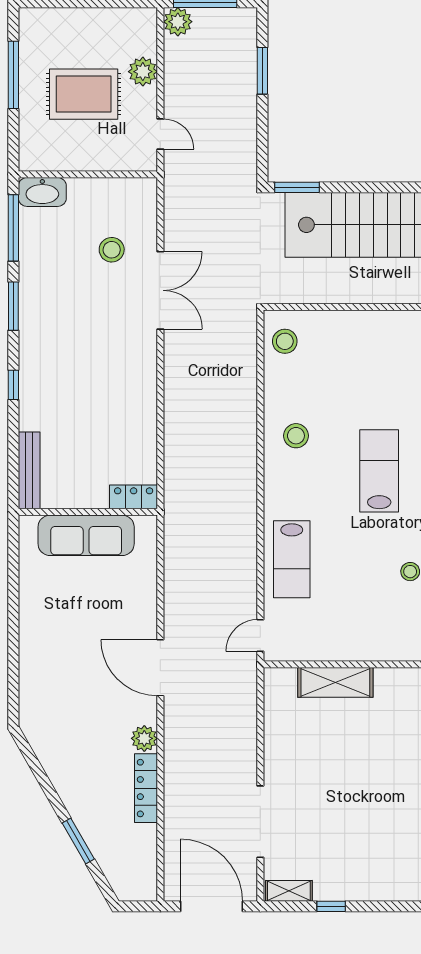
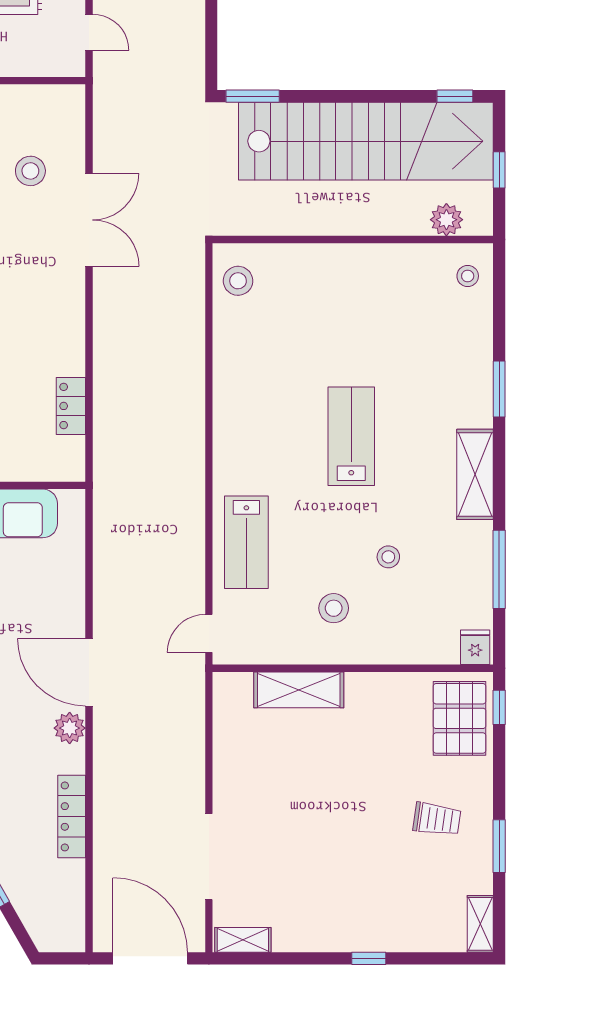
stool: (296, 436) -> (334, 608), moved
locker: (134, 497) -> (71, 406), moved, turned -90
plant: (144, 738) -> (70, 728), moved
window: (331, 906) -> (369, 958), moved

